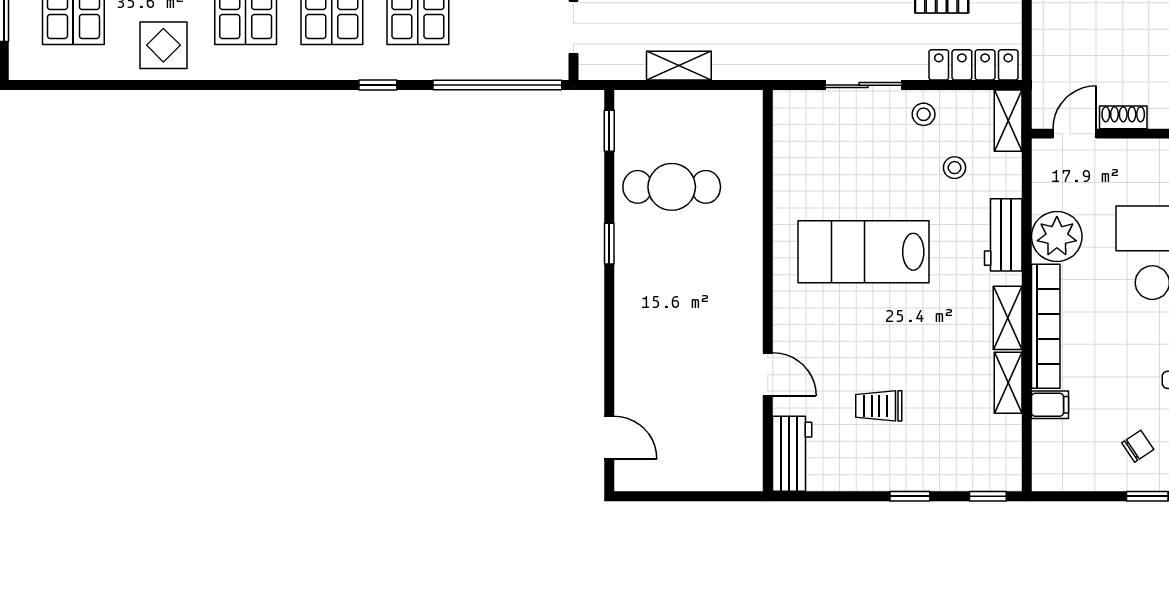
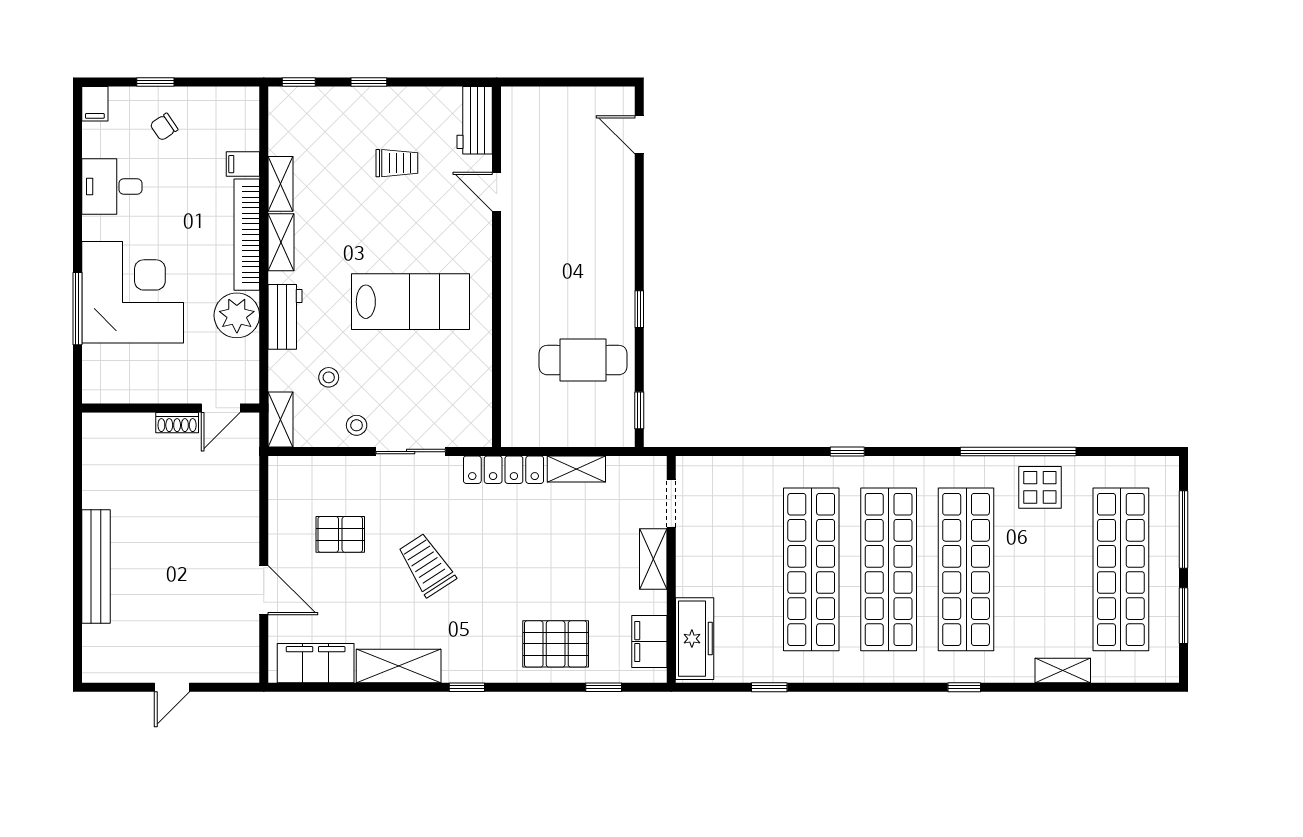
locker: (974, 65) -> (503, 470), moved
window: (497, 85) -> (1018, 452), moved

